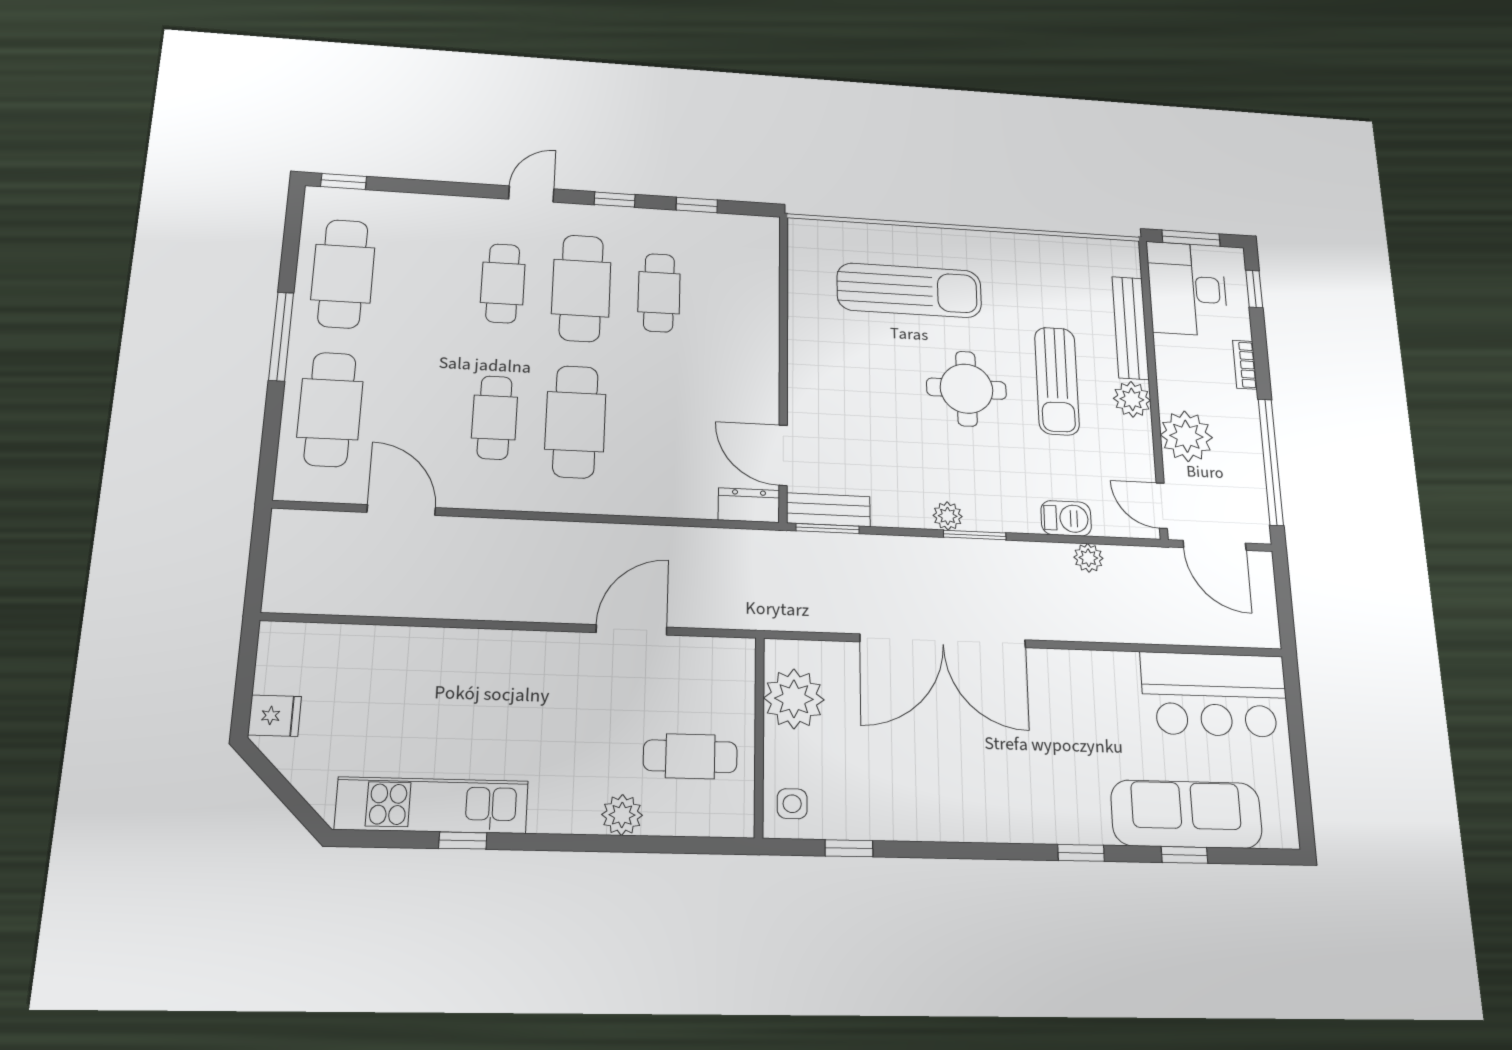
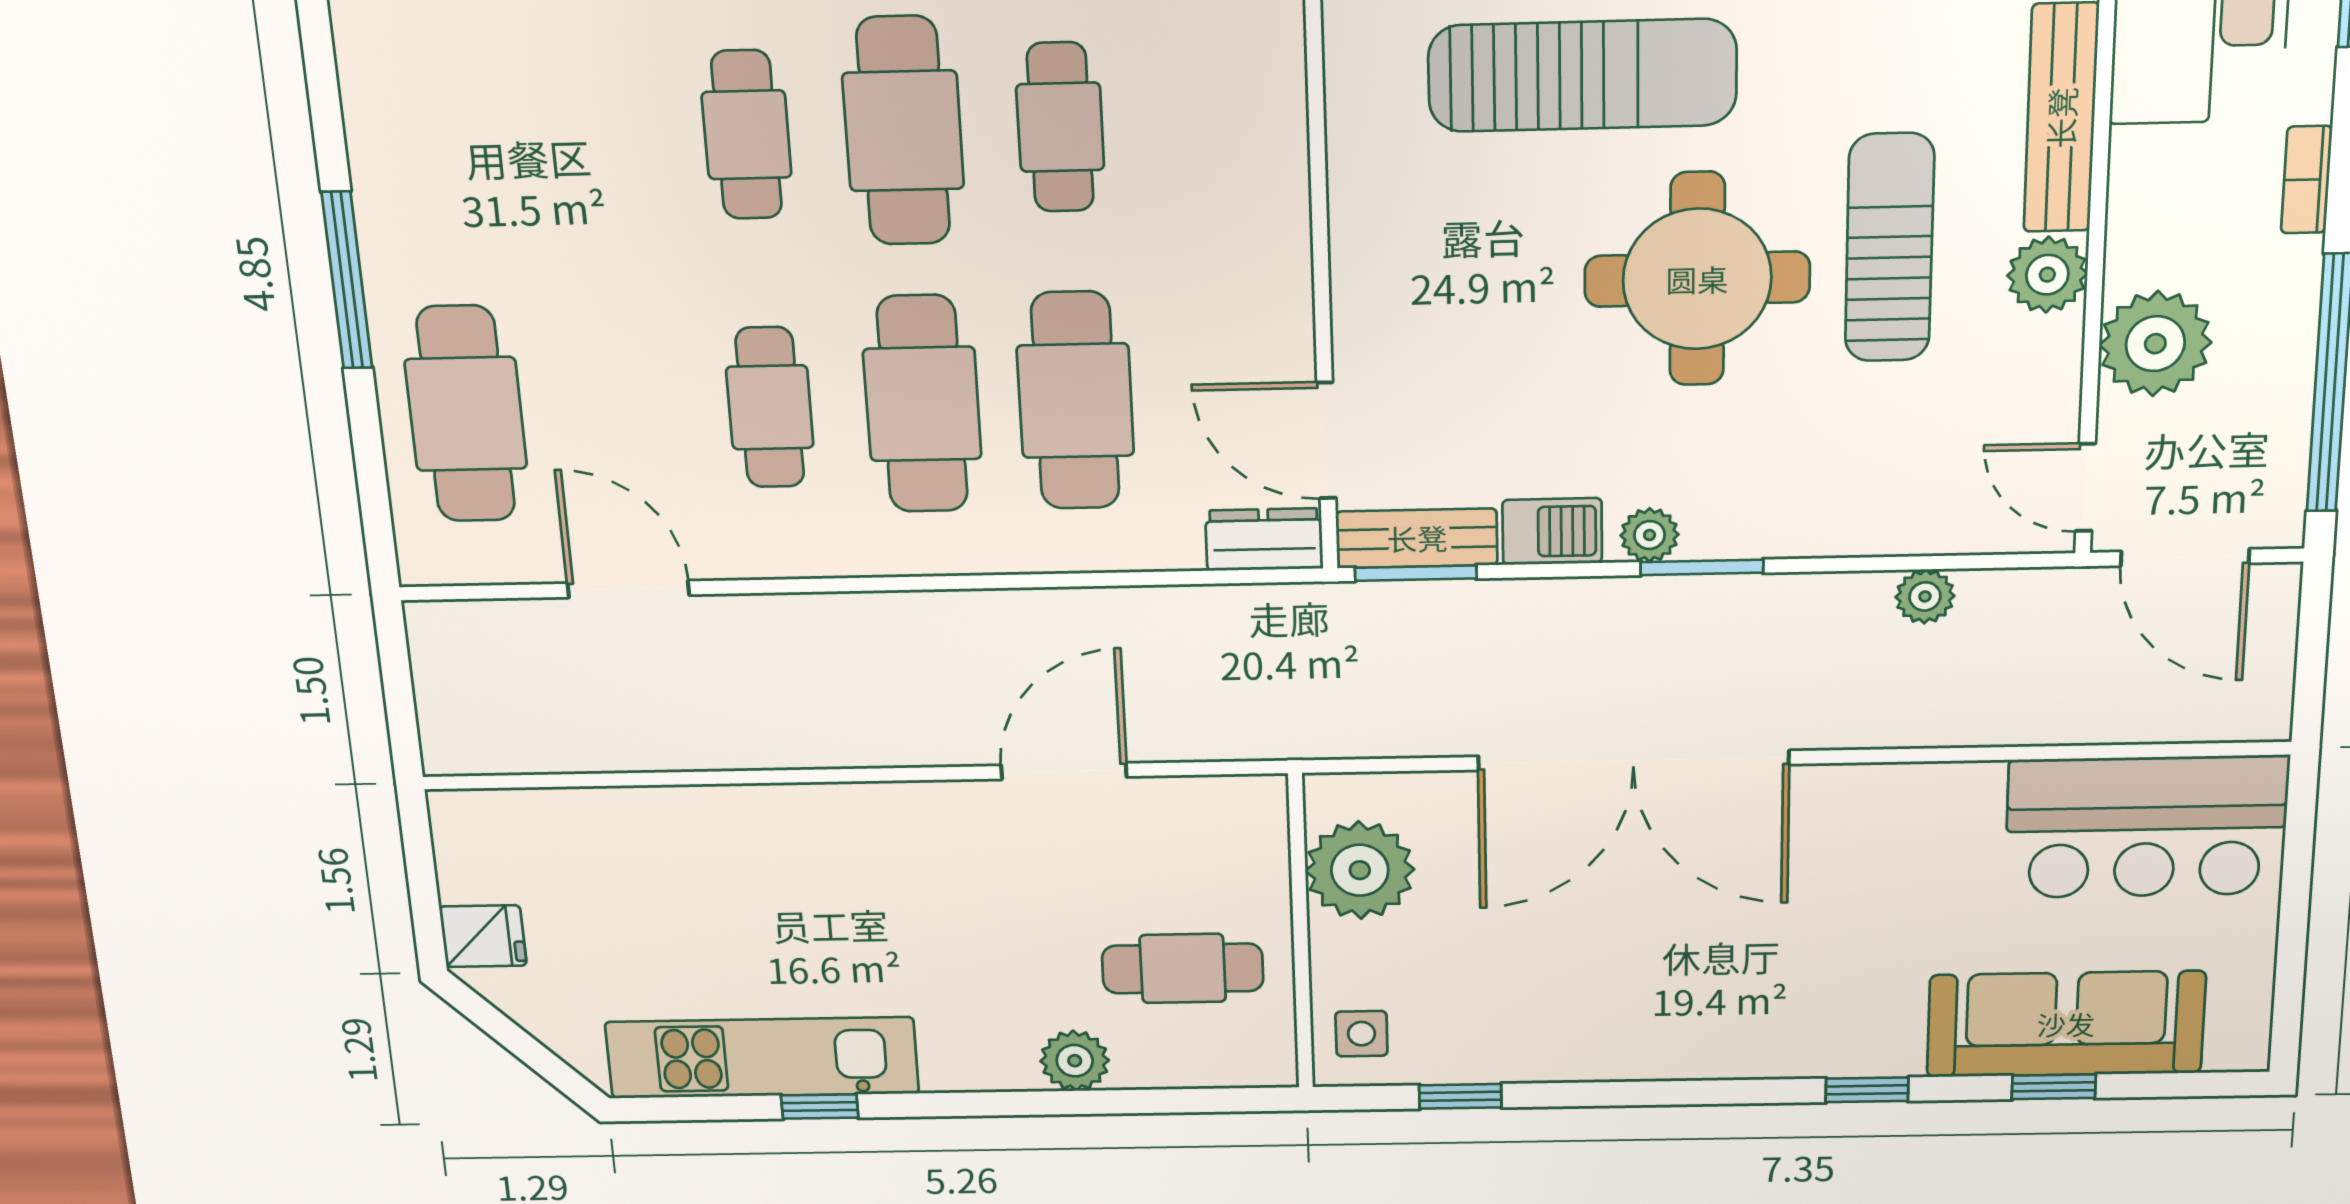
cafe table: (343, 274) -> (1075, 401), moved
sun lounger: (1057, 381) -> (1889, 248), turned 180
round table: (966, 389) -> (1697, 279), width x1.36, depth x1.36
barbecue: (1066, 518) -> (1552, 531), moved

